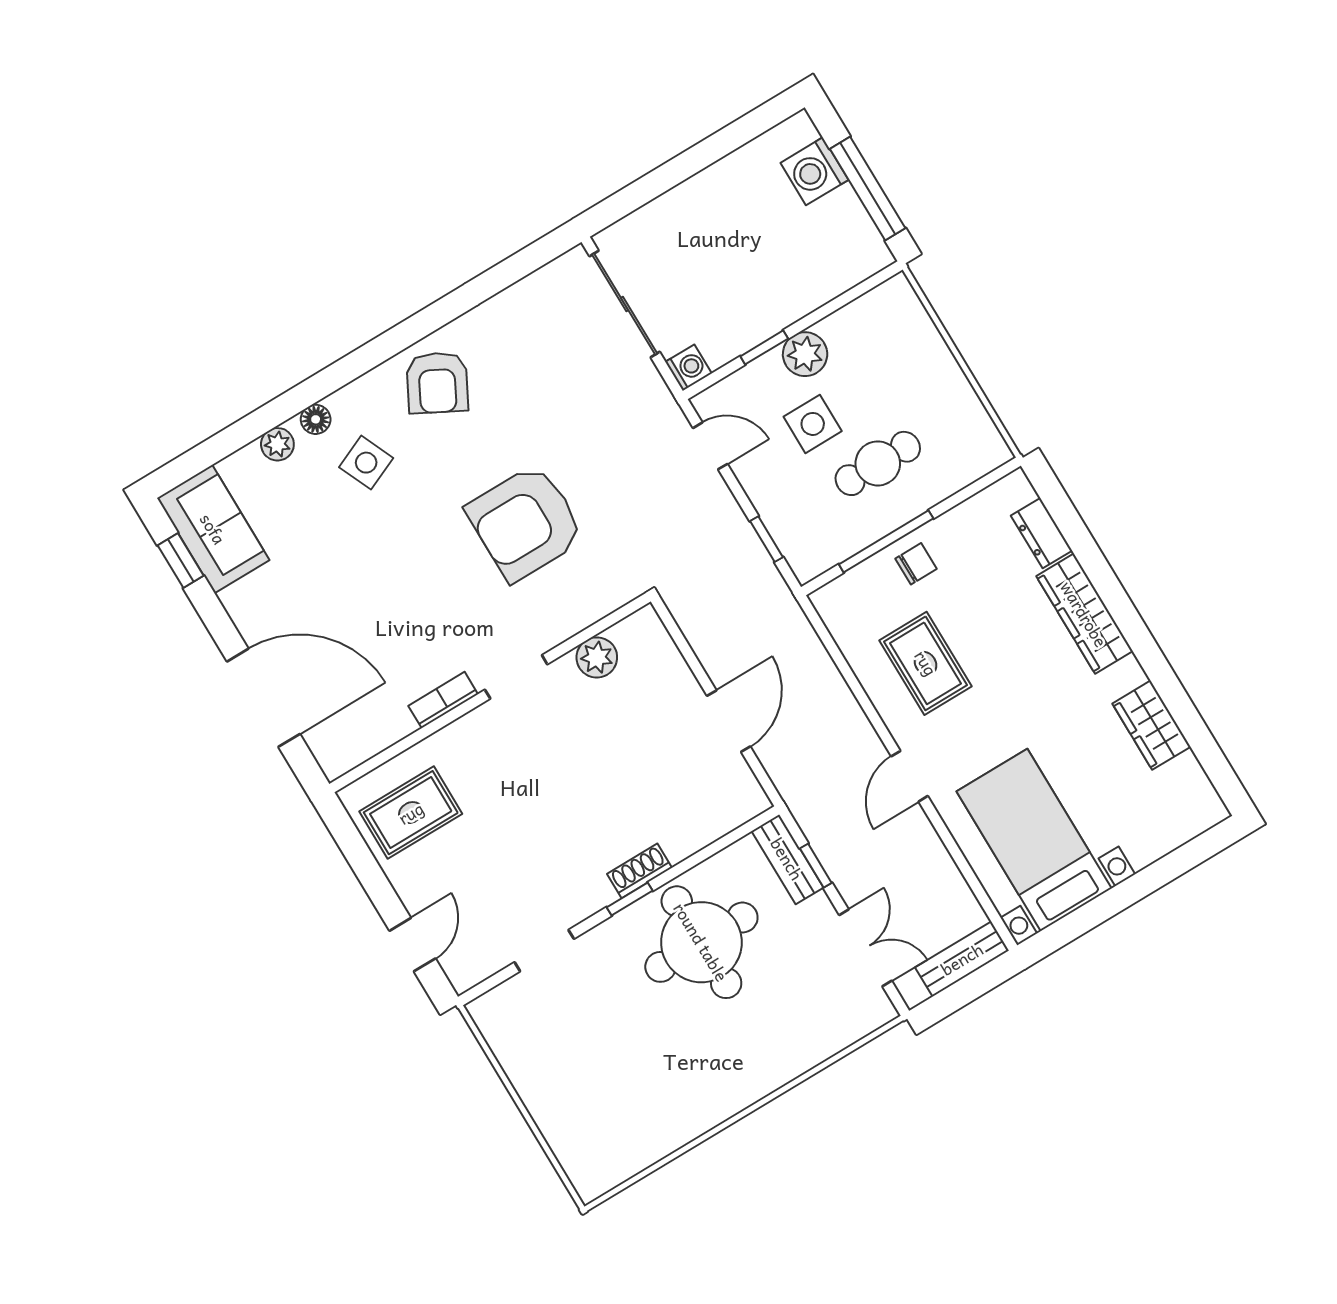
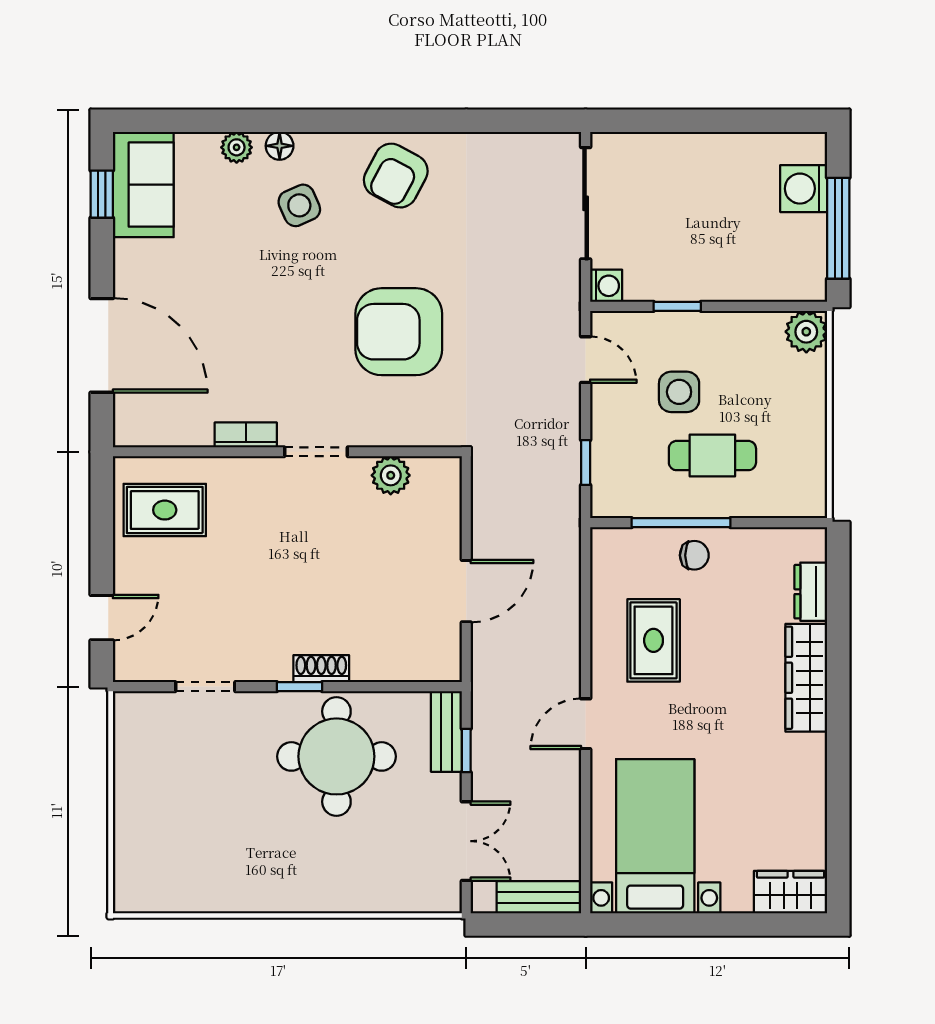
plant: (805, 354) -> (806, 332), moved
wardrobe: (1151, 725) -> (791, 892), moved, turned 90

